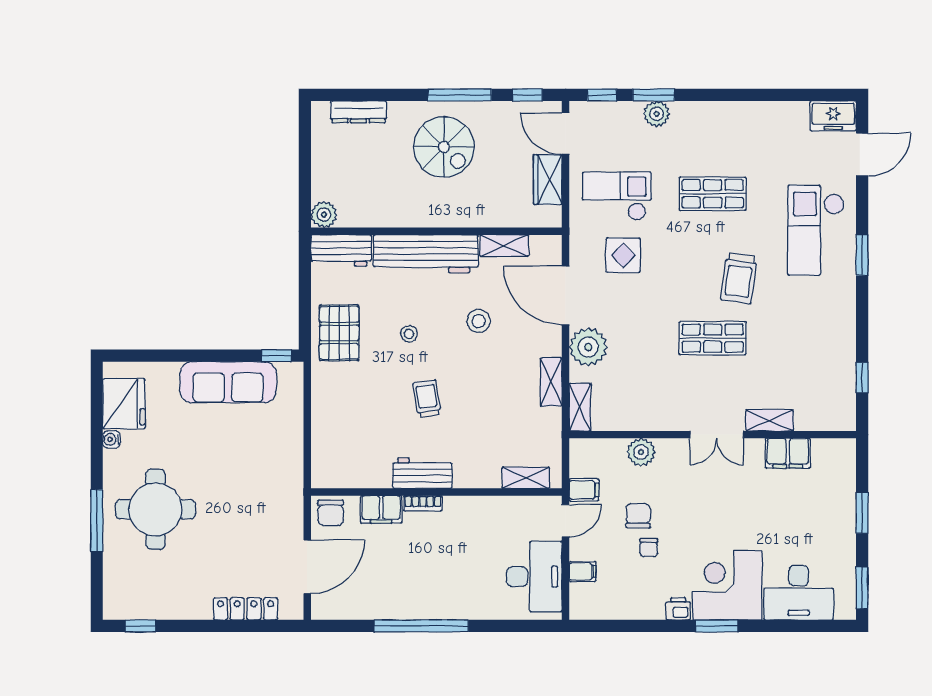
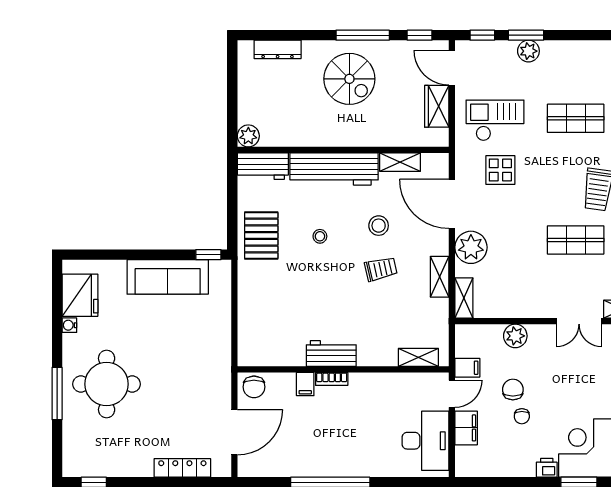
trolley: (427, 399) -> (381, 269), moved, turned 86
filing cabinet: (381, 509) -> (305, 384), width x0.50
filing cabinet: (582, 571) -> (466, 428), width x2.00

